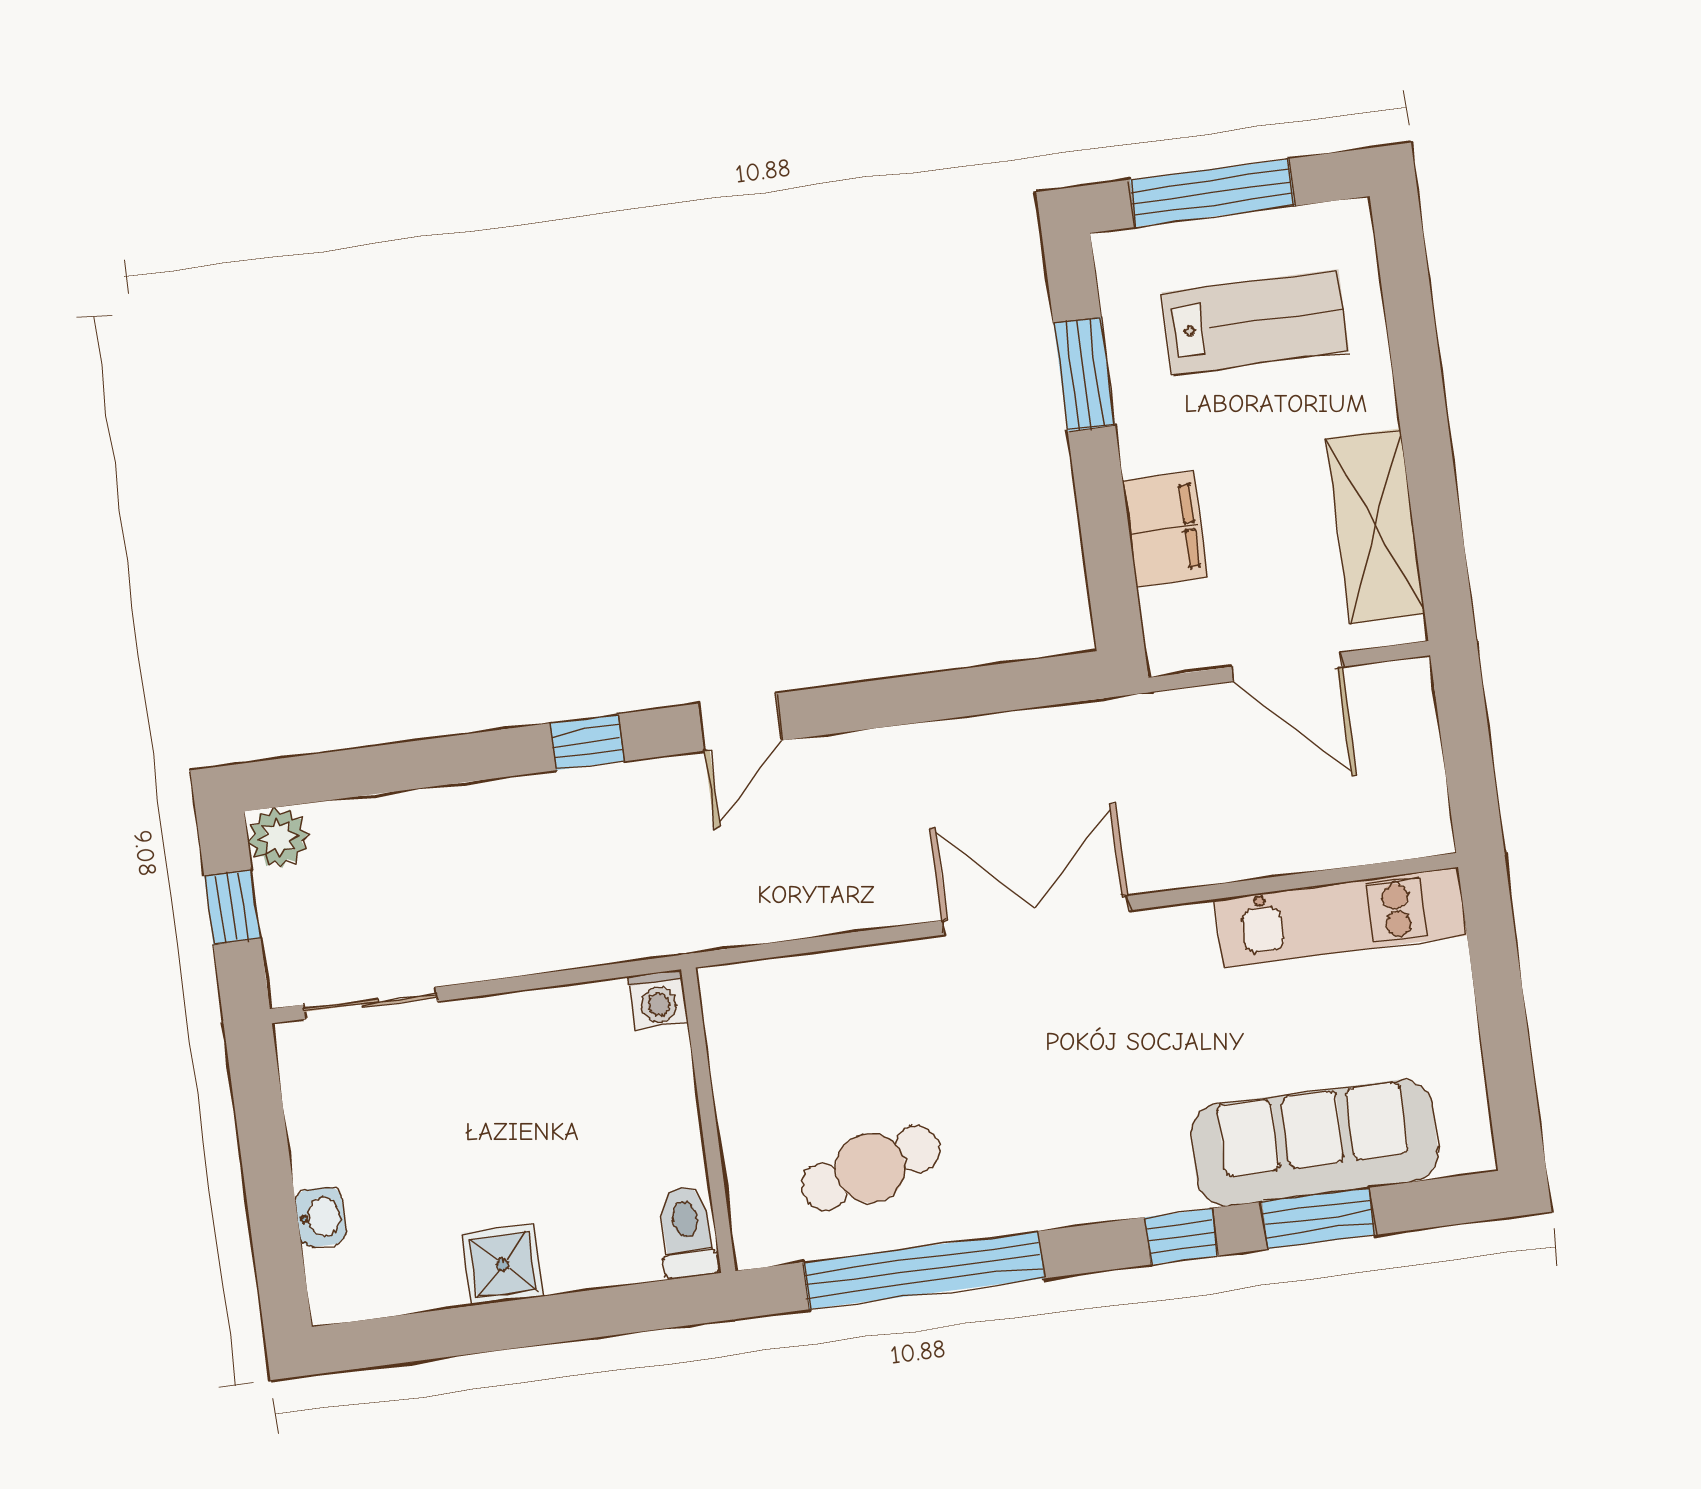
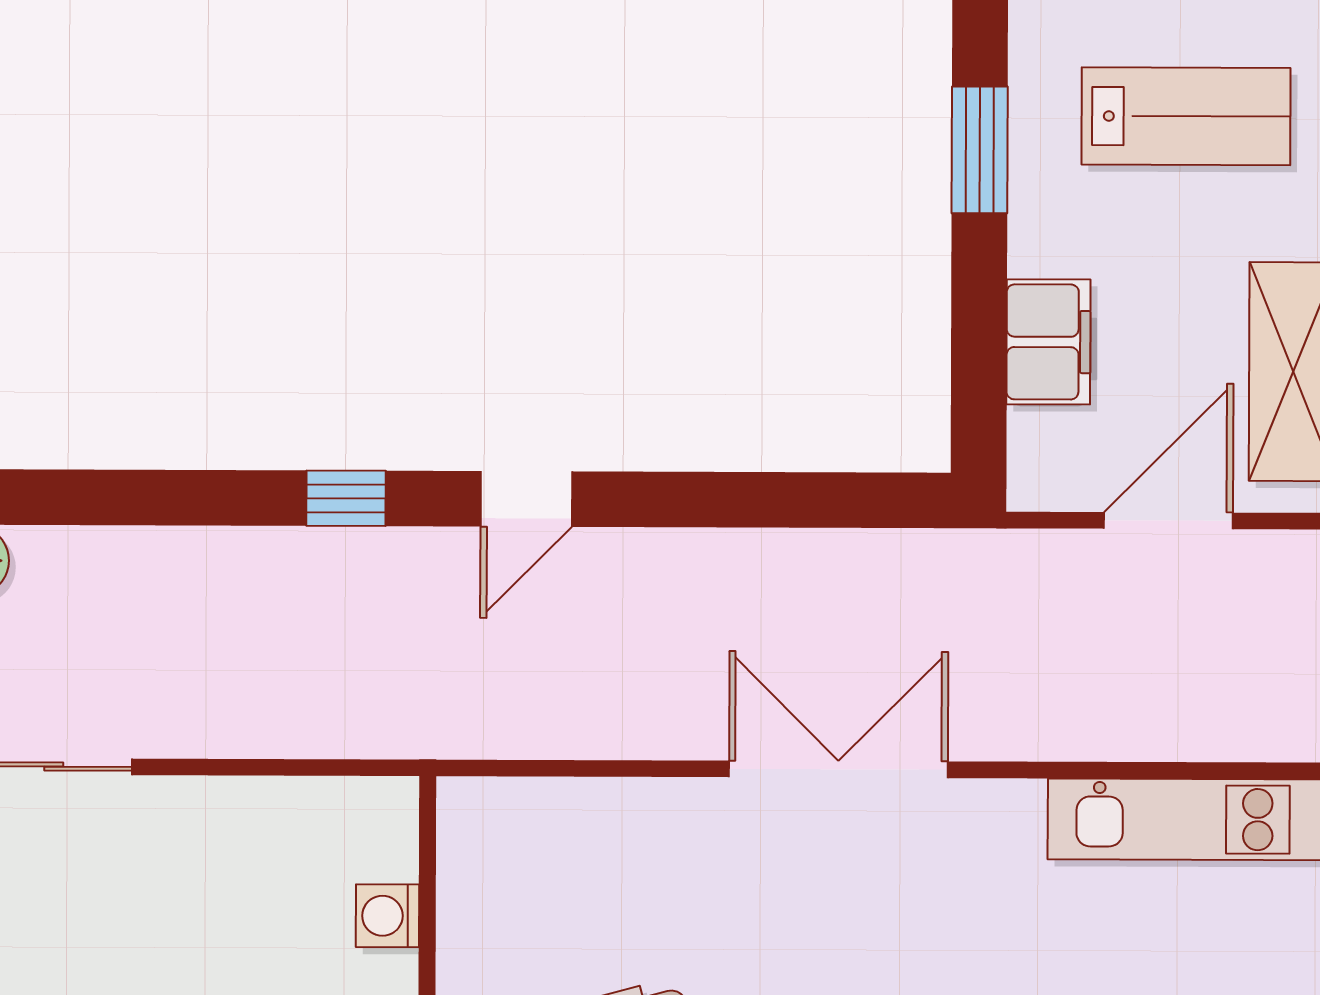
door: (1287, 667) -> (1168, 521), swing flipped
washing machine: (658, 999) -> (387, 916), moved, turned 90

